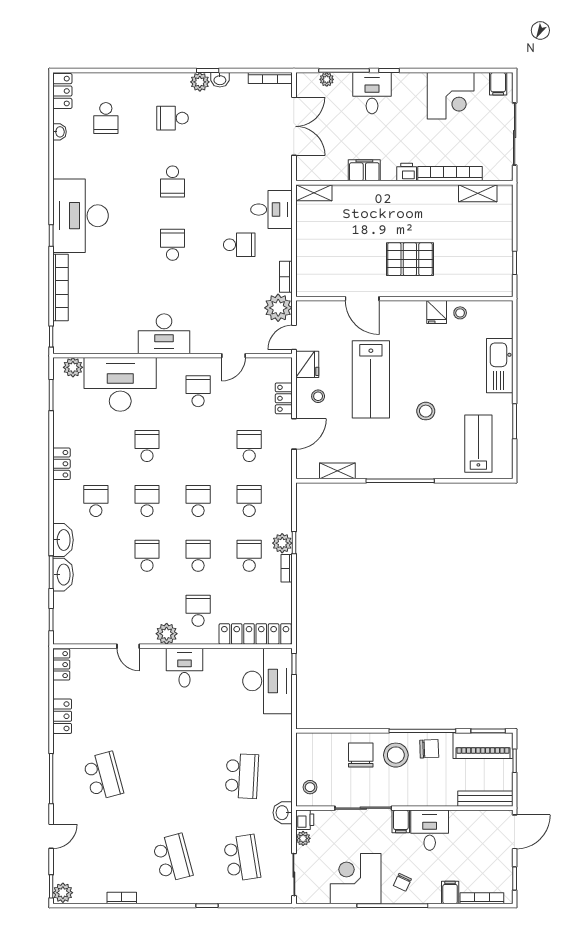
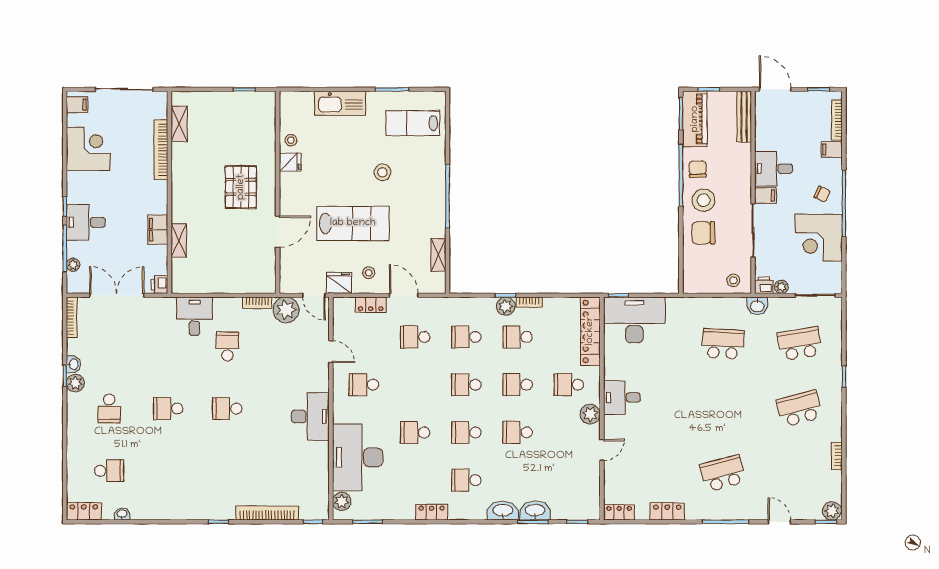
printer: (407, 172) -> (159, 284), moved
school desk: (173, 181) -> (168, 409), turned 180
shelving: (314, 193) -> (179, 241), moved
desk: (81, 216) -> (200, 494), removed

